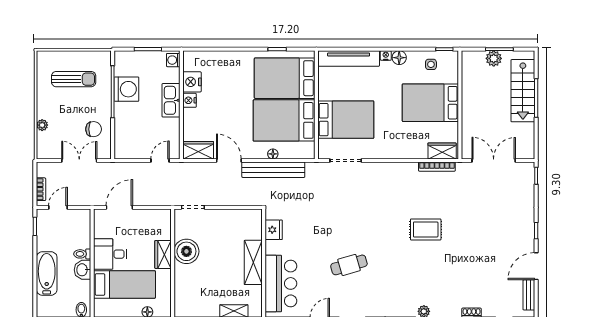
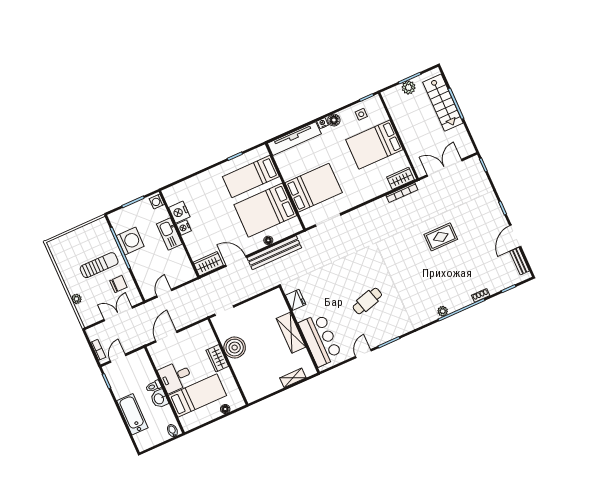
bed: (285, 78) -> (251, 177), width x0.67
sun lounger: (74, 79) -> (99, 265), moved
door: (160, 160) -> (164, 293), moved
rug: (426, 229) -> (441, 237), moved

